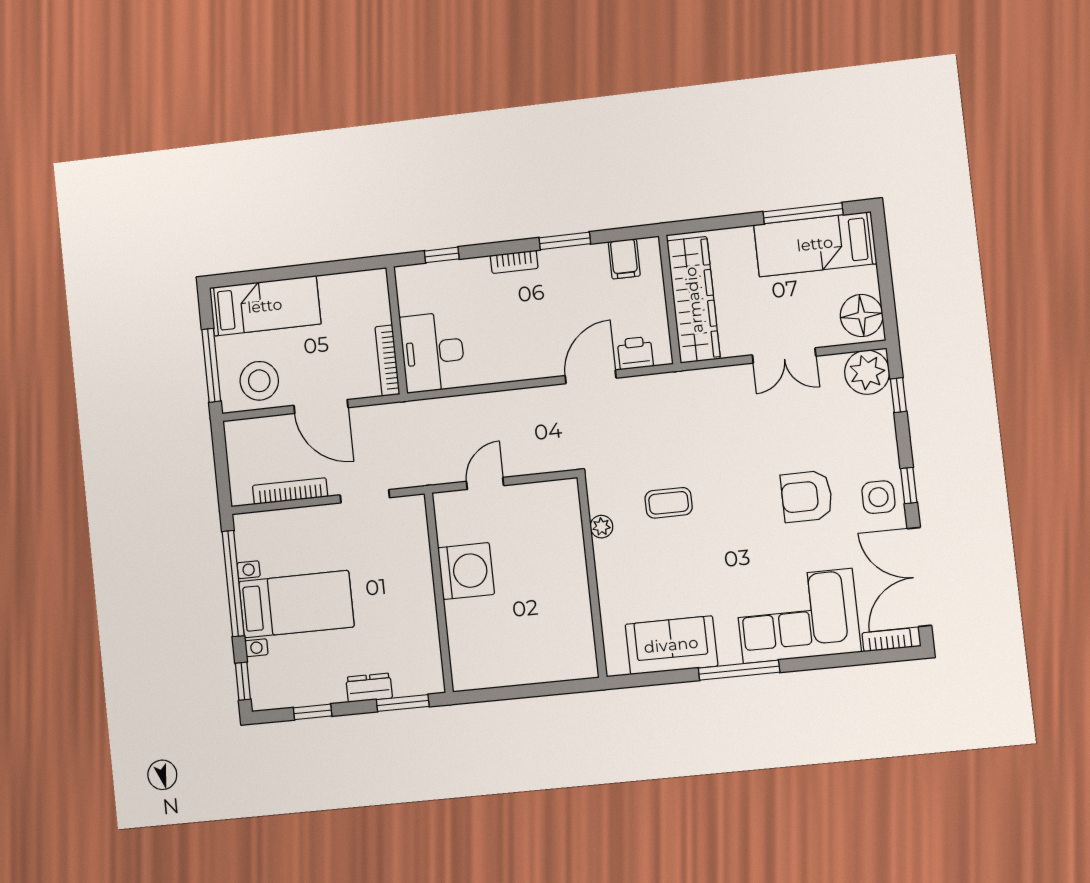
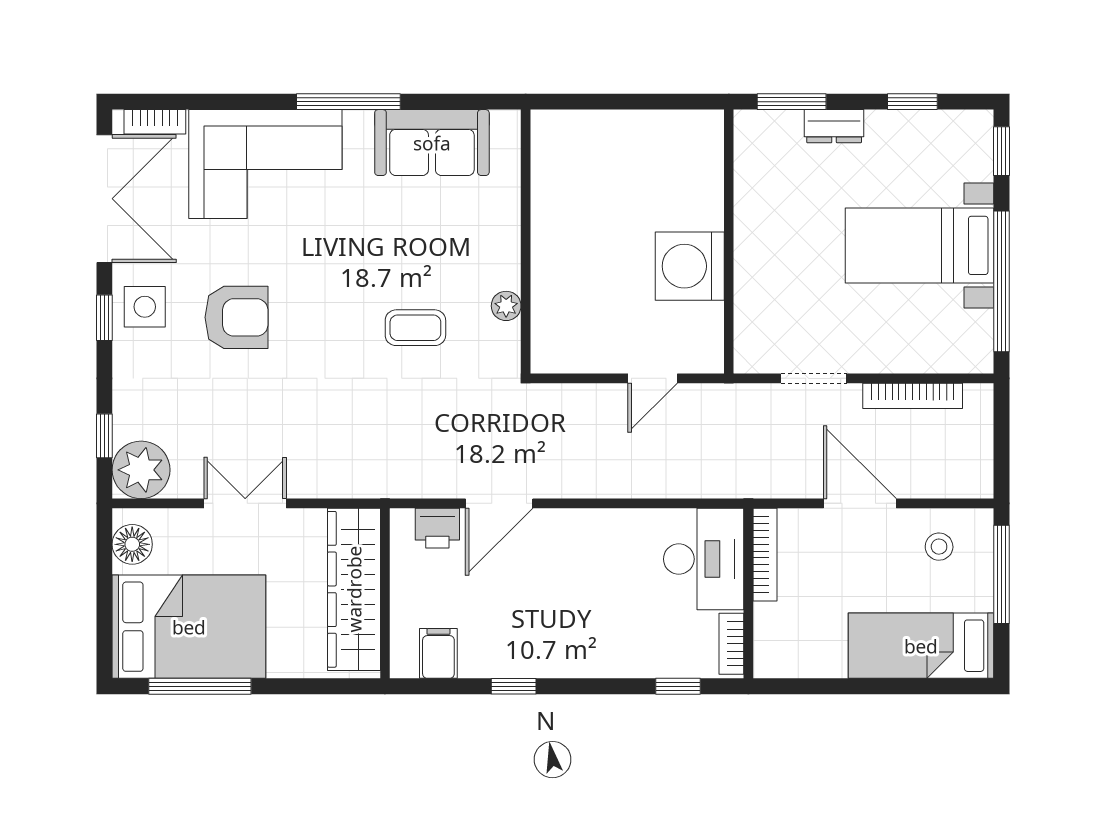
window: (565, 241) -> (514, 686), width x0.67
bed: (815, 244) -> (189, 627), width x1.50
bookcase: (514, 262) -> (731, 644), moved, turned -90
floor lamp: (862, 315) -> (132, 544), width x0.73, depth x0.73
stool: (259, 381) -> (939, 547), width x0.53, depth x0.53

